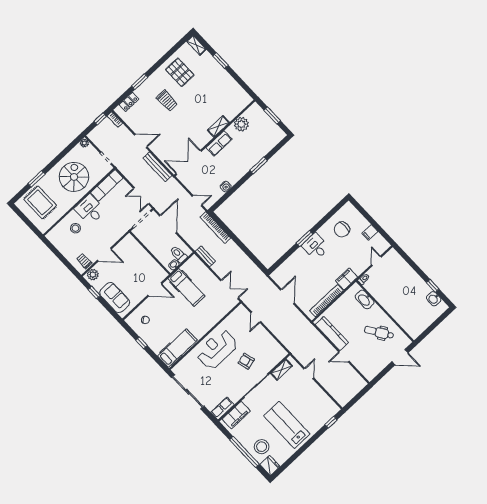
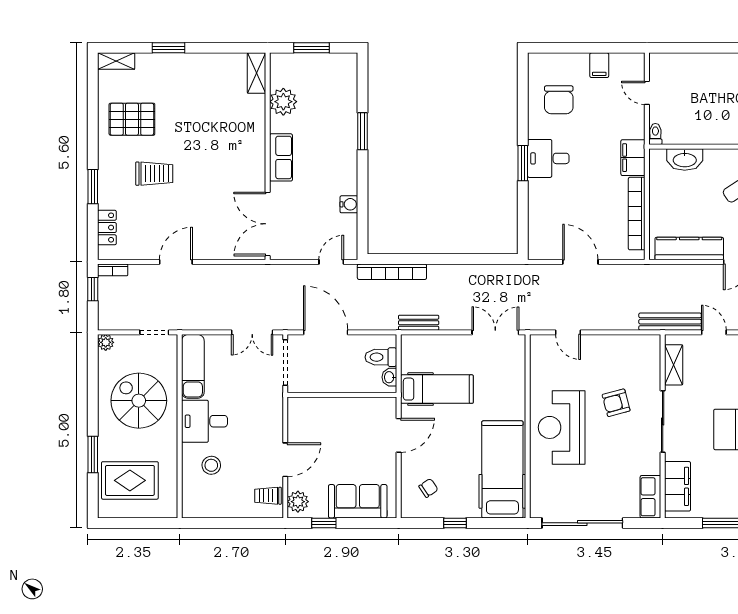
shelving: (218, 126) -> (257, 73), moved
bench: (157, 167) -> (670, 322), moved
hospital bed: (177, 348) -> (502, 469), width x1.37, depth x1.29

